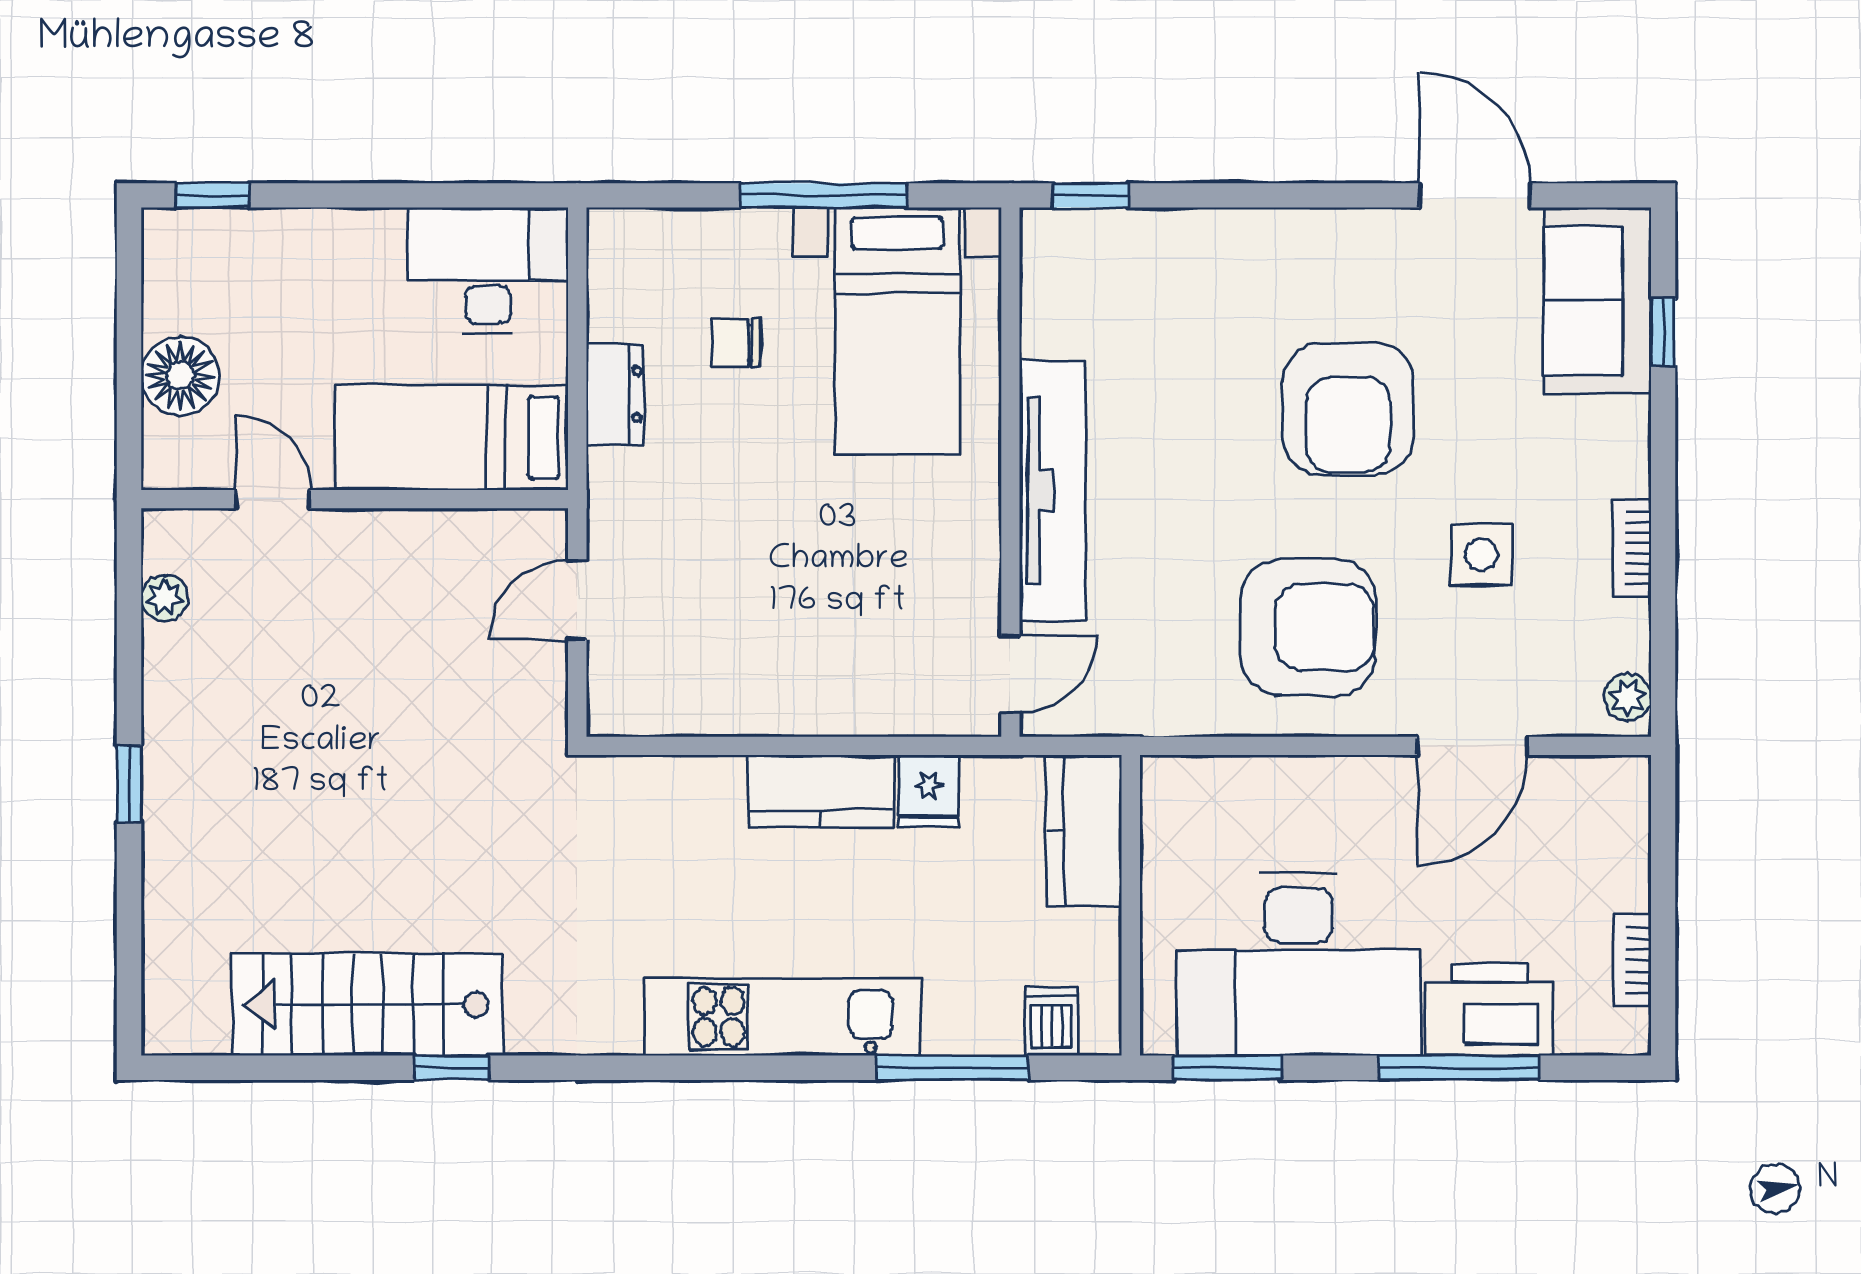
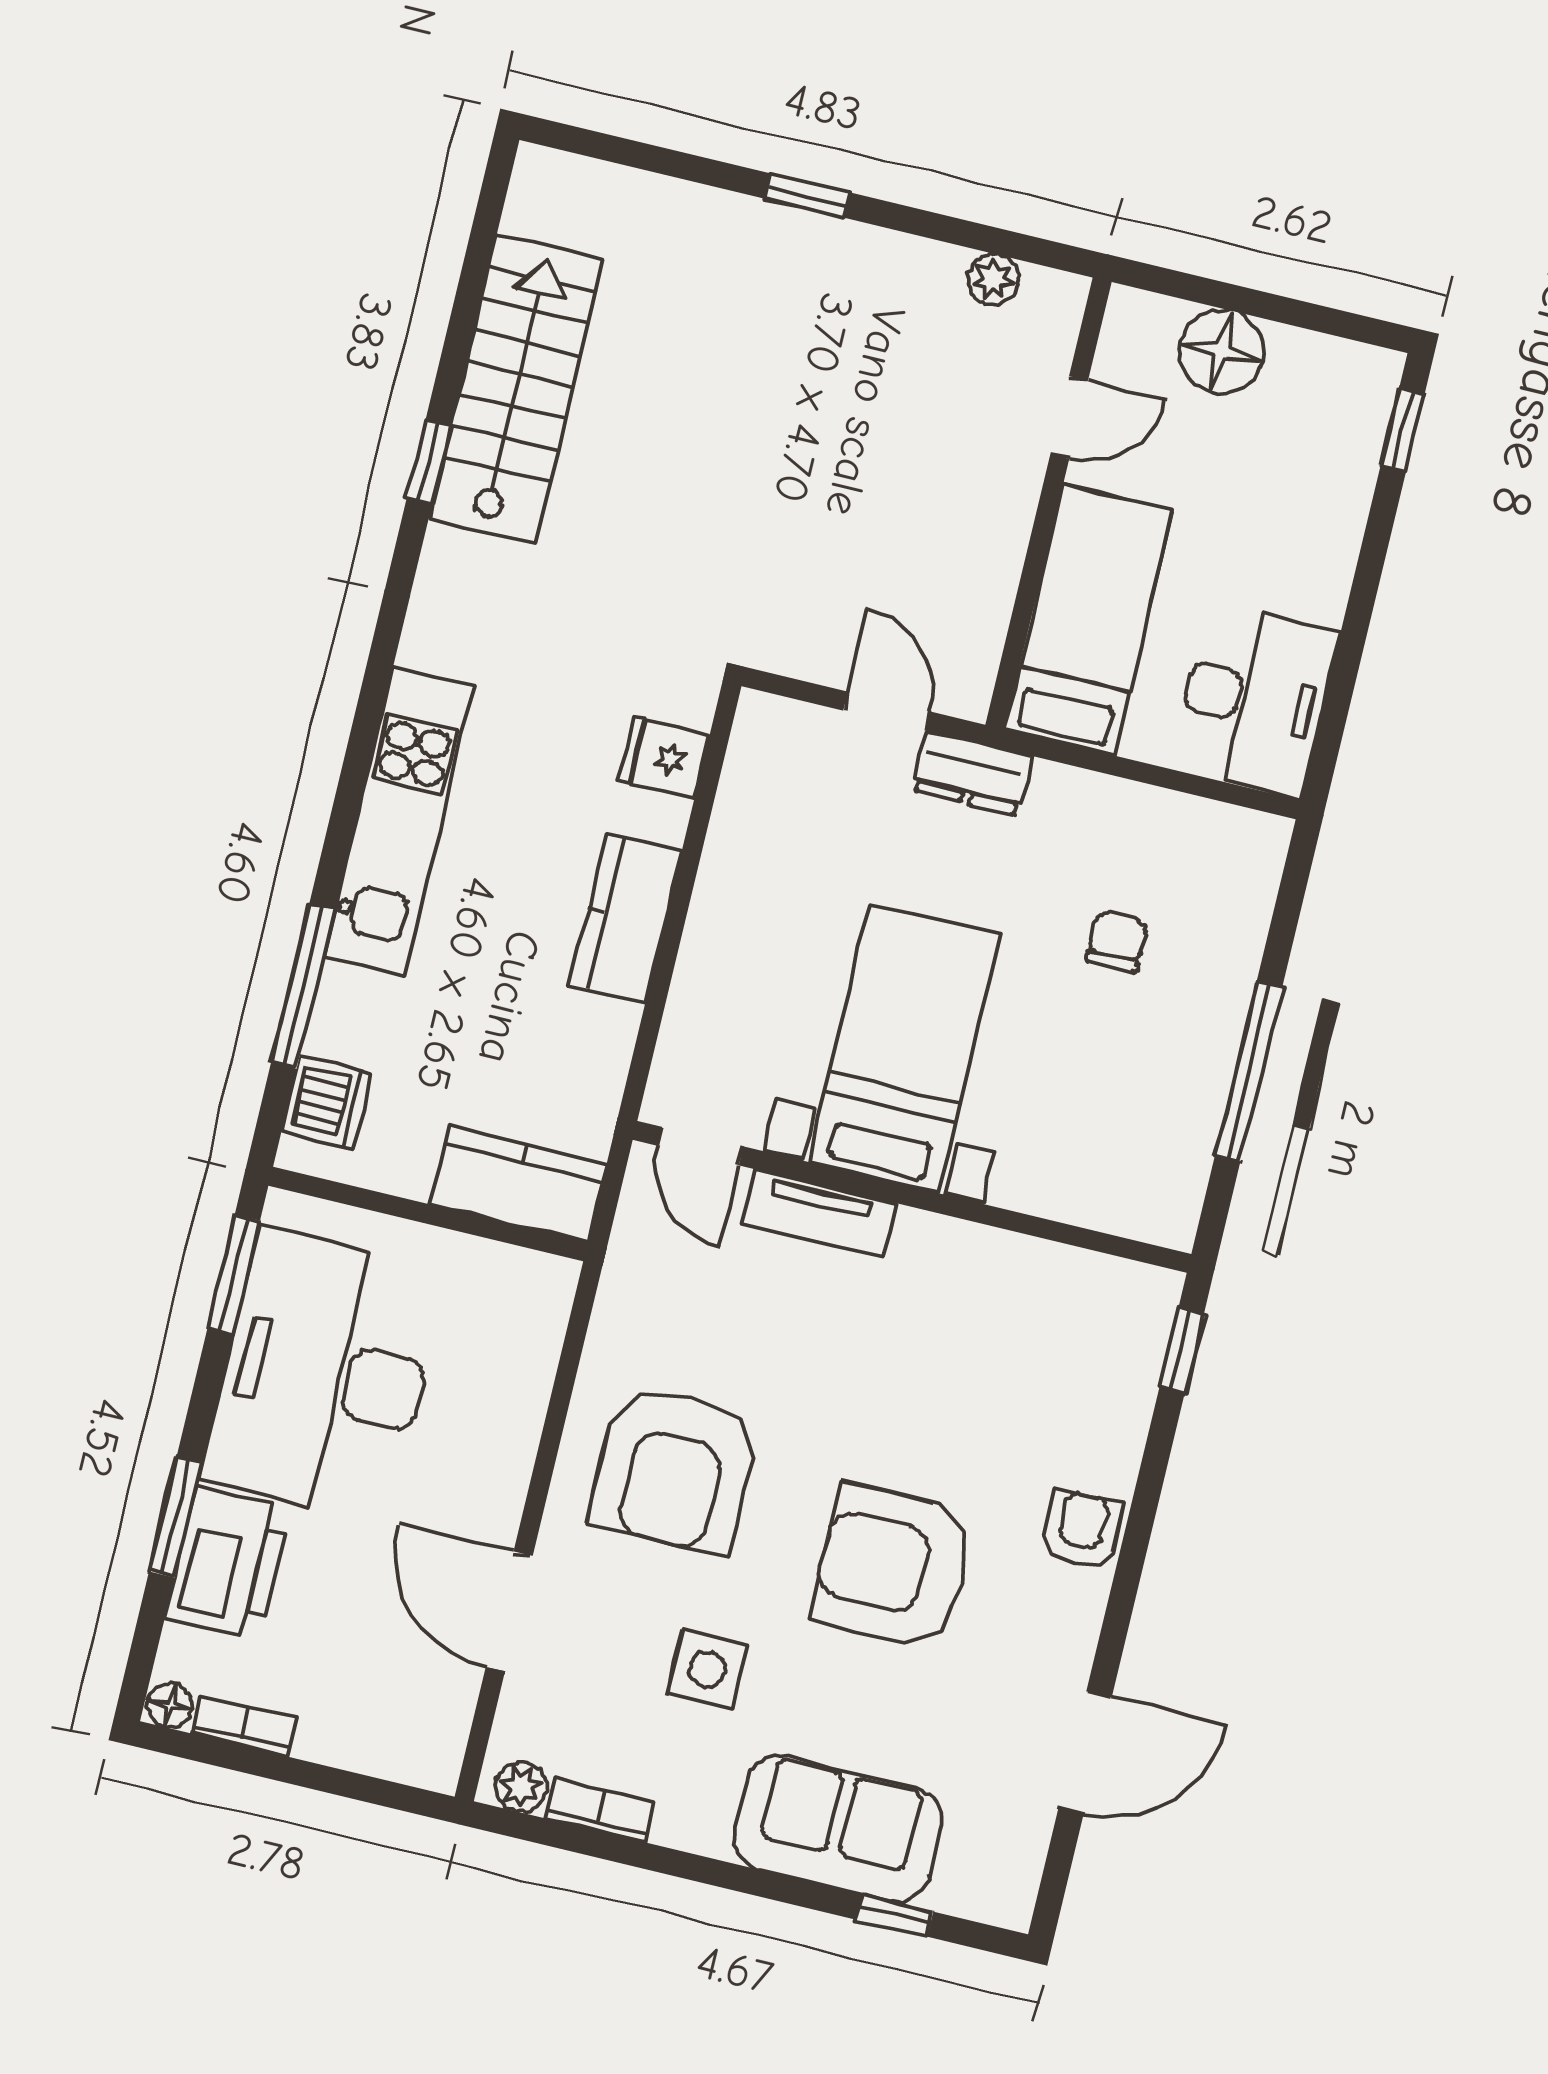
armchair: (1274, 247) -> (1081, 1530), added
sofa: (1597, 301) -> (838, 1829), moved
bed with nightstands: (897, 331) -> (904, 1048), moved, turned 90
dresser: (615, 394) -> (972, 773), moved
tv unit: (1053, 491) -> (819, 1213), width x0.52, depth x0.78
bookcase: (1632, 548) -> (600, 1810), moved
fridge: (929, 791) -> (664, 758), moved
dishwasher: (1051, 1021) -> (327, 1102), width x1.38
floor lamp: (1630, 1032) -> (170, 1705), added
window: (1459, 1068) -> (176, 1517), width x0.69

